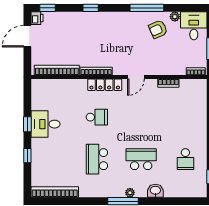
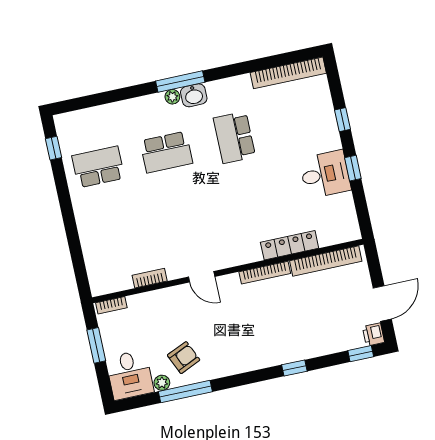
window: (147, 8) -> (185, 392), moved
door: (136, 77) -> (202, 277), swing flipped
locker: (105, 85) -> (290, 245), moved
school desk: (97, 117) -> (248, 202), removed
school desk: (97, 159) -> (234, 137), turned 180
school desk: (185, 159) -> (98, 167), width x1.85
washbasin: (155, 191) -> (194, 95), moved

